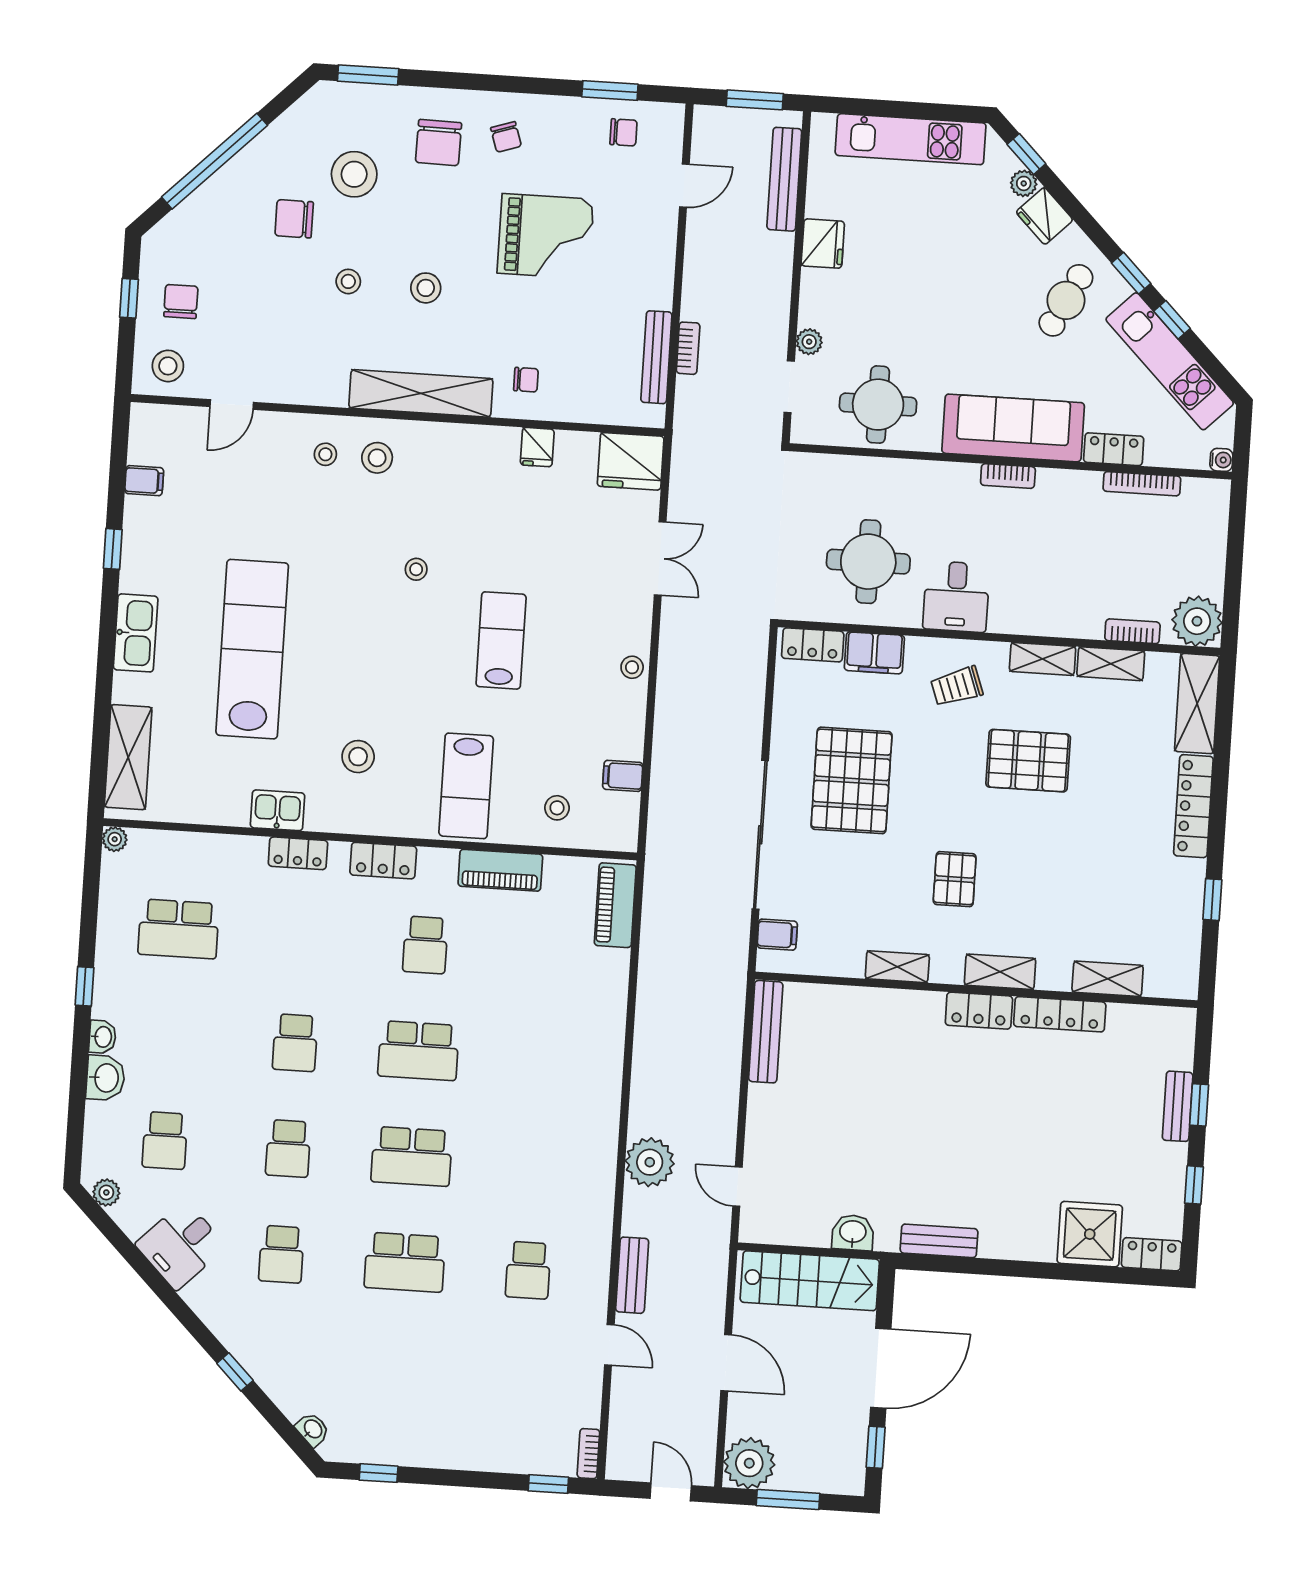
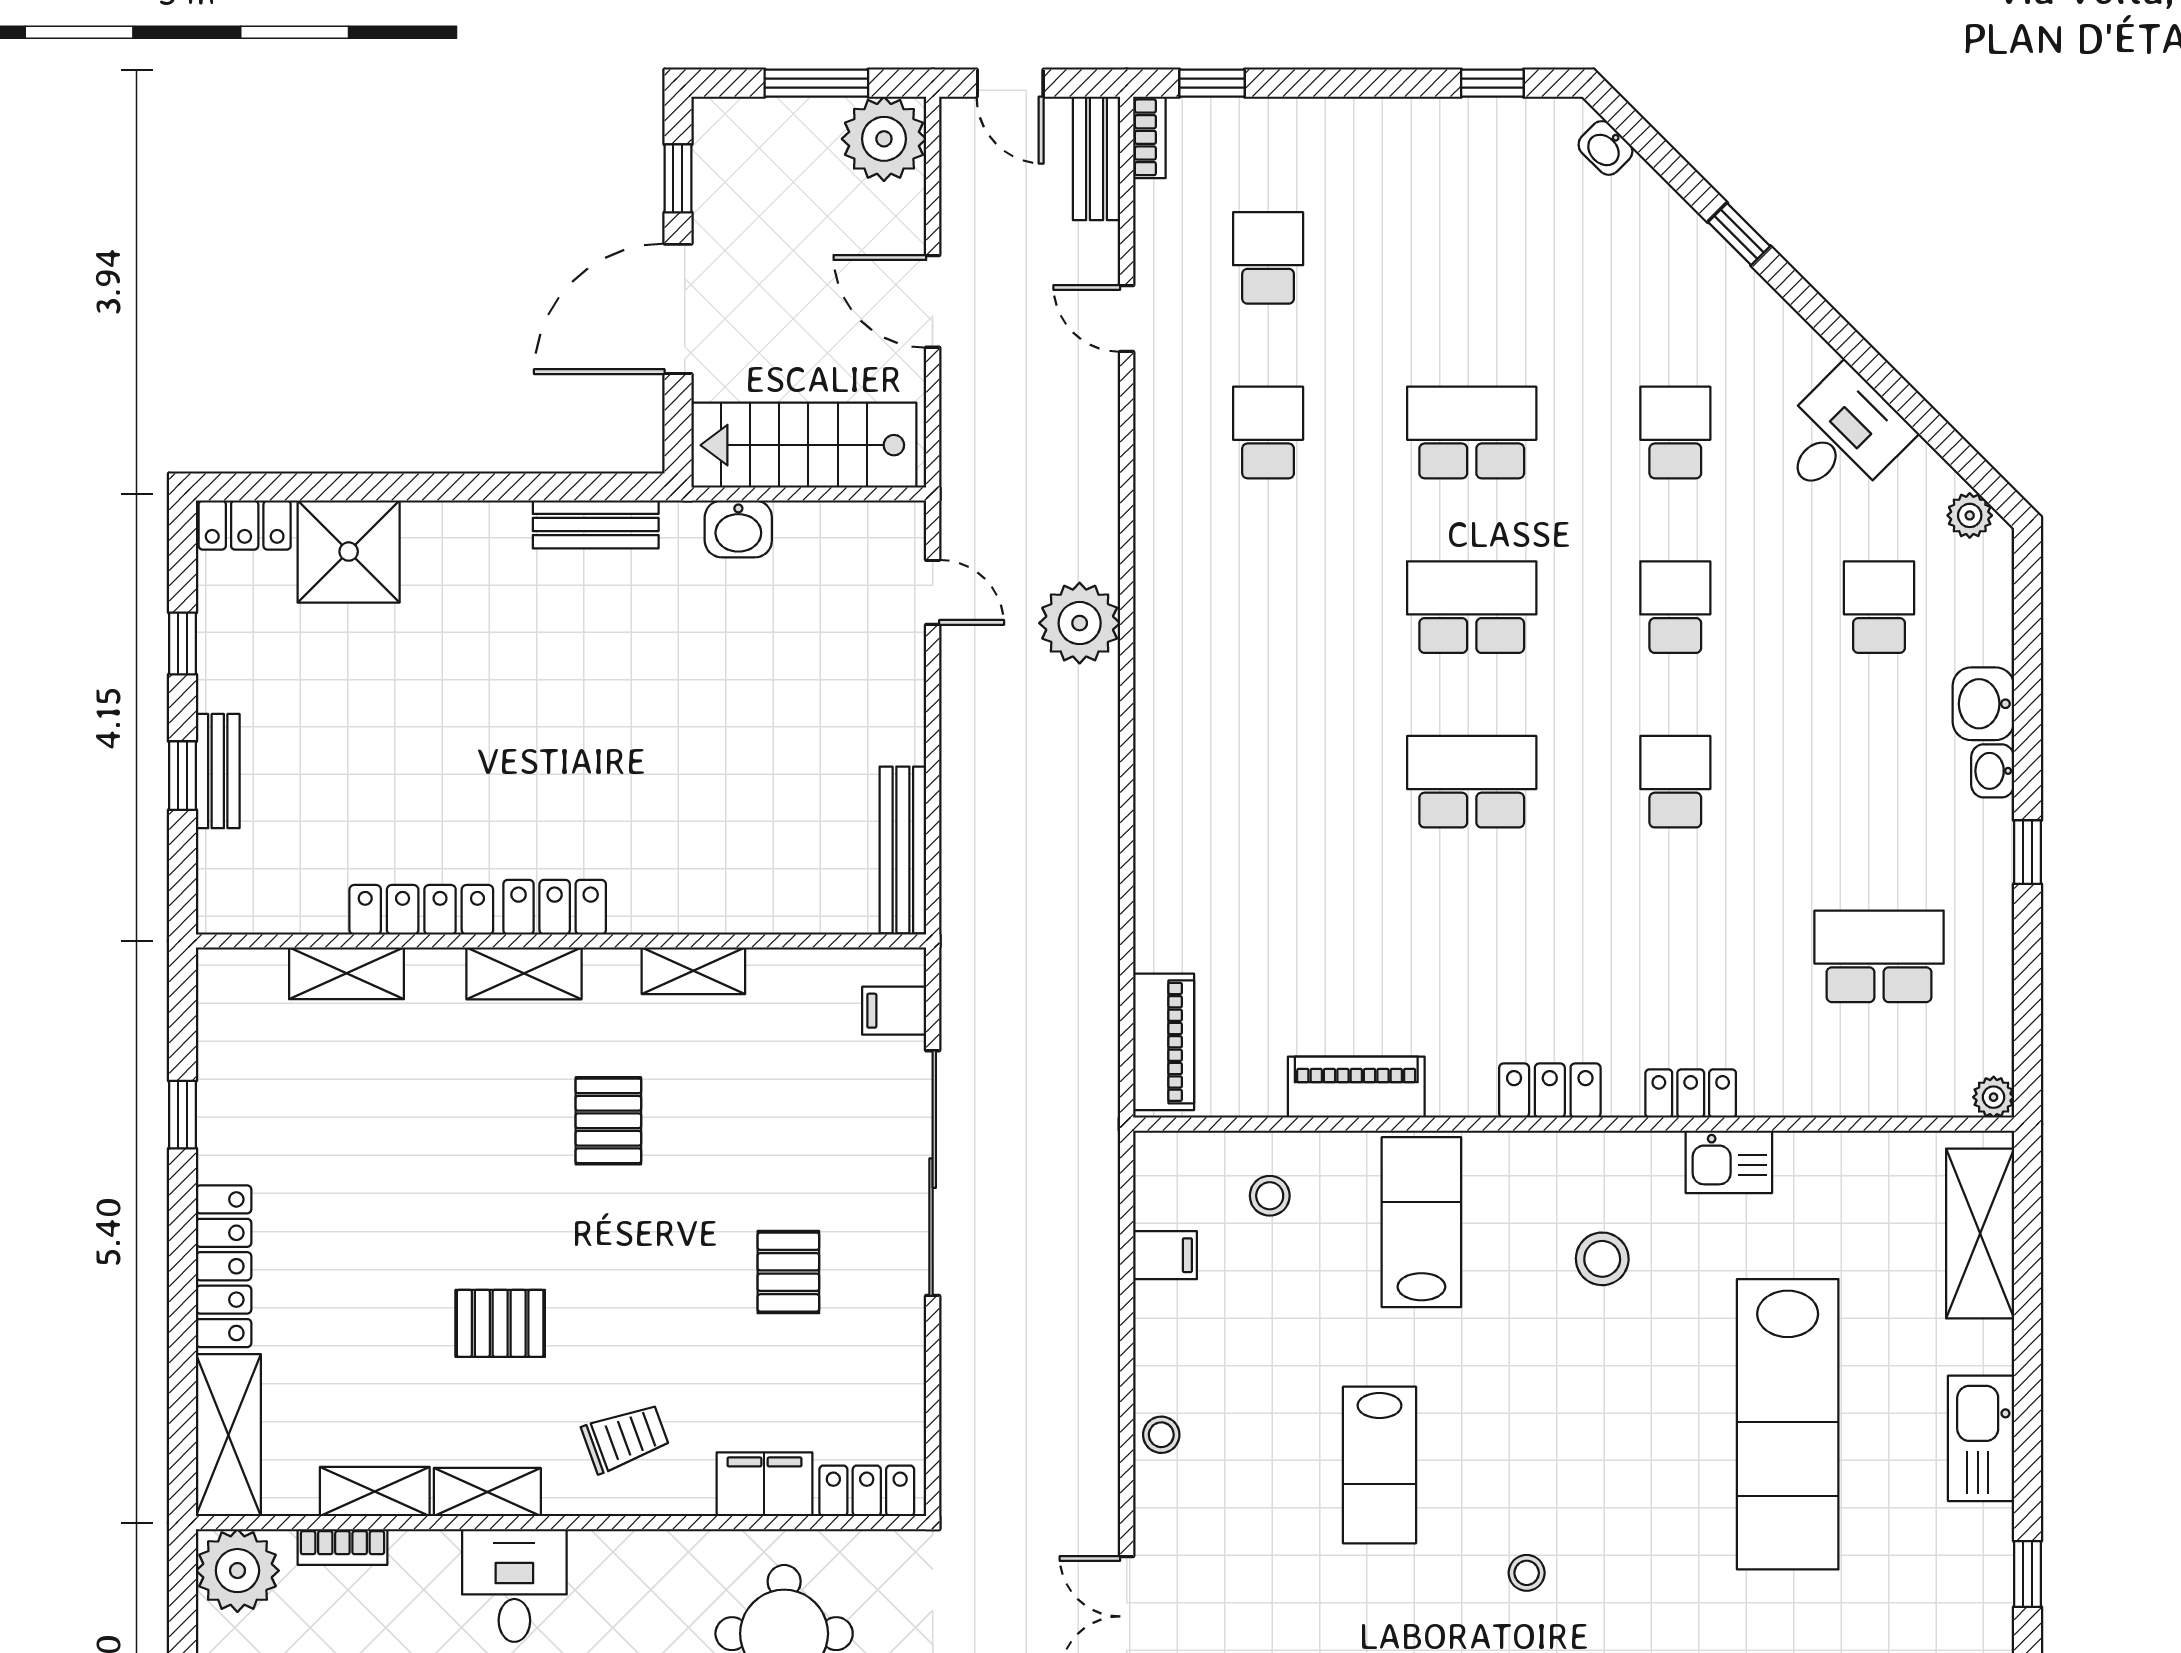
desk: (956, 597) -> (514, 1585), moved
pallet: (1028, 761) -> (500, 1323), width x0.67, depth x0.71
pallet: (852, 780) -> (788, 1272), width x0.49, depth x0.50
school desk: (425, 945) -> (1268, 258), moved
bench: (632, 1275) -> (1096, 158), moved

